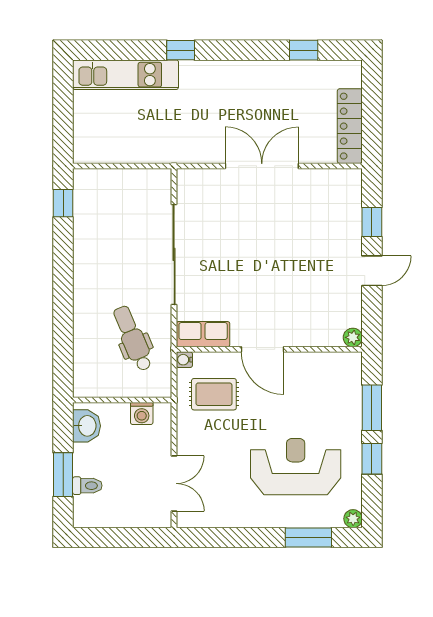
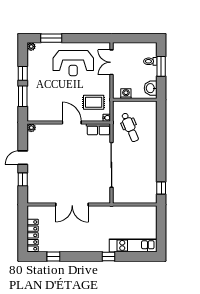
locker: (350, 126) -> (33, 235), moved
reception desk: (296, 467) -> (73, 63), moved

